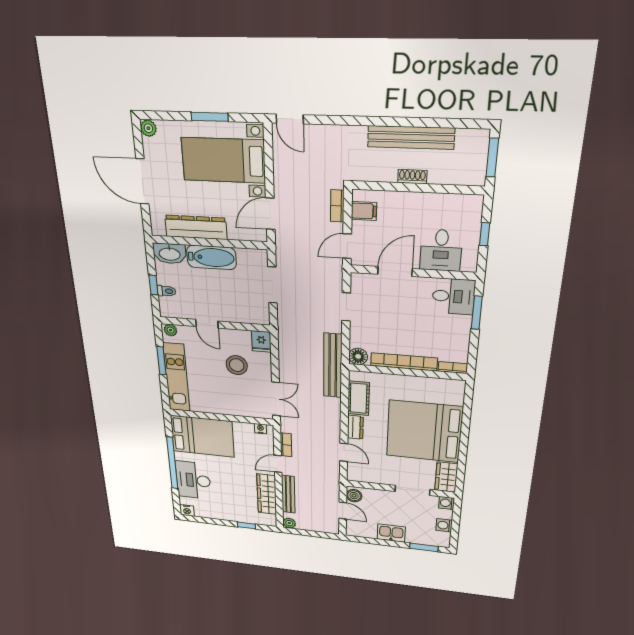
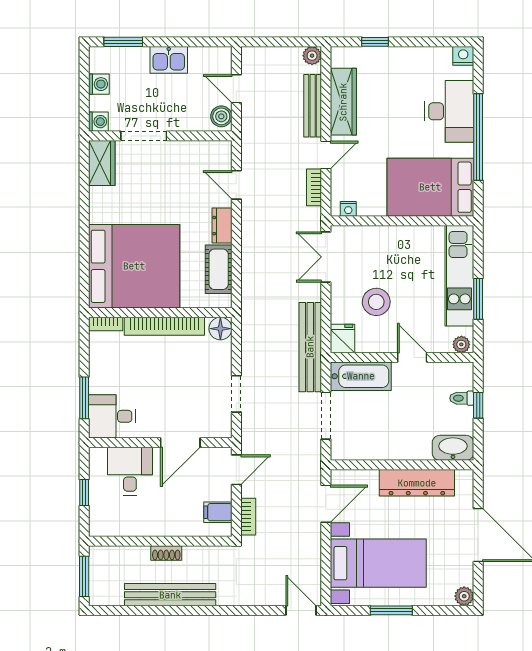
bathtub: (211, 257) -> (361, 376), moved, turned 180
bench: (333, 366) -> (310, 347), moved
bed: (424, 431) -> (134, 266), moved

